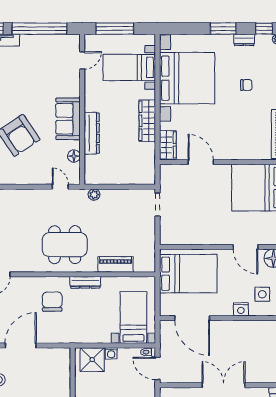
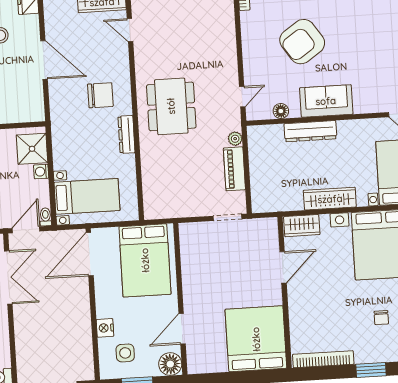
piano: (116, 264) -> (234, 169), moved, turned 180
door: (192, 318) -> (90, 254), moved
double door: (224, 385) -> (8, 277), moved

